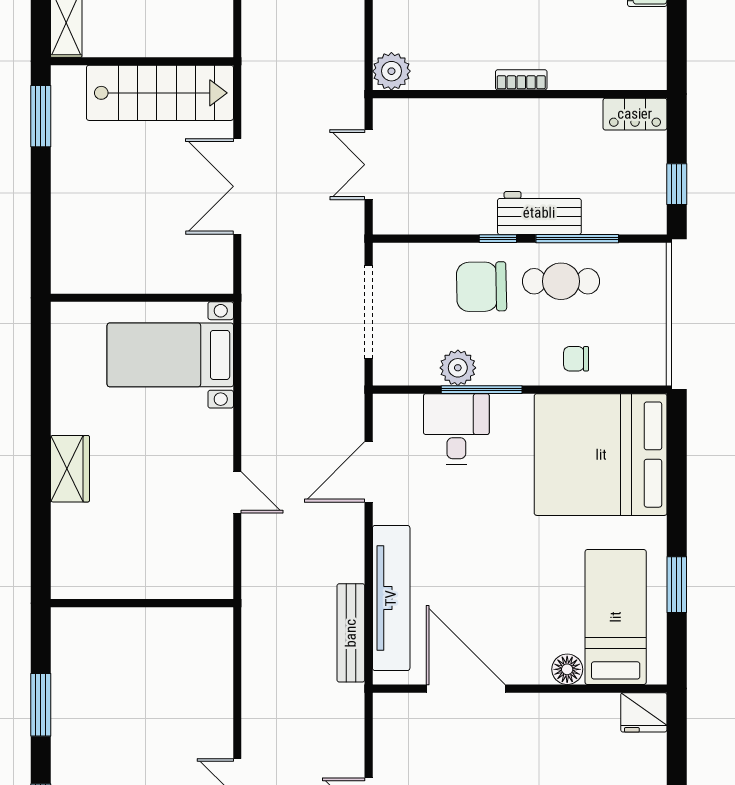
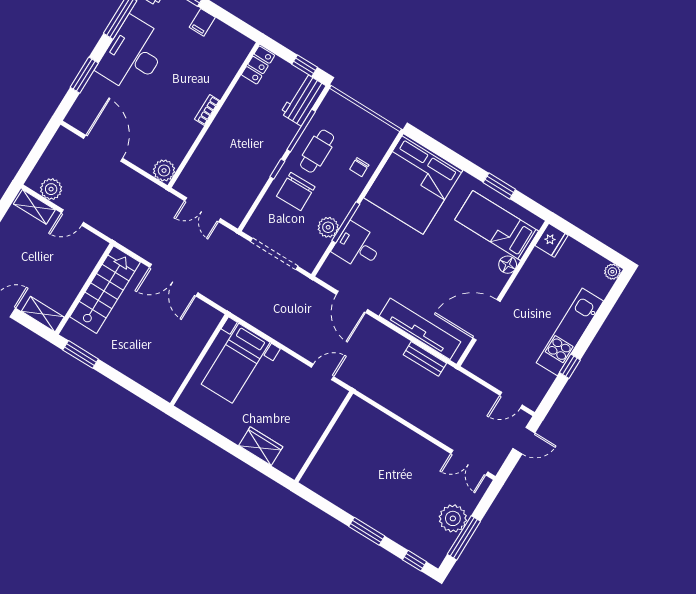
workbench: (539, 213) -> (303, 100), moved
wall: (142, 603) -> (324, 437), moved
bench: (351, 633) -> (425, 359), width x0.73

